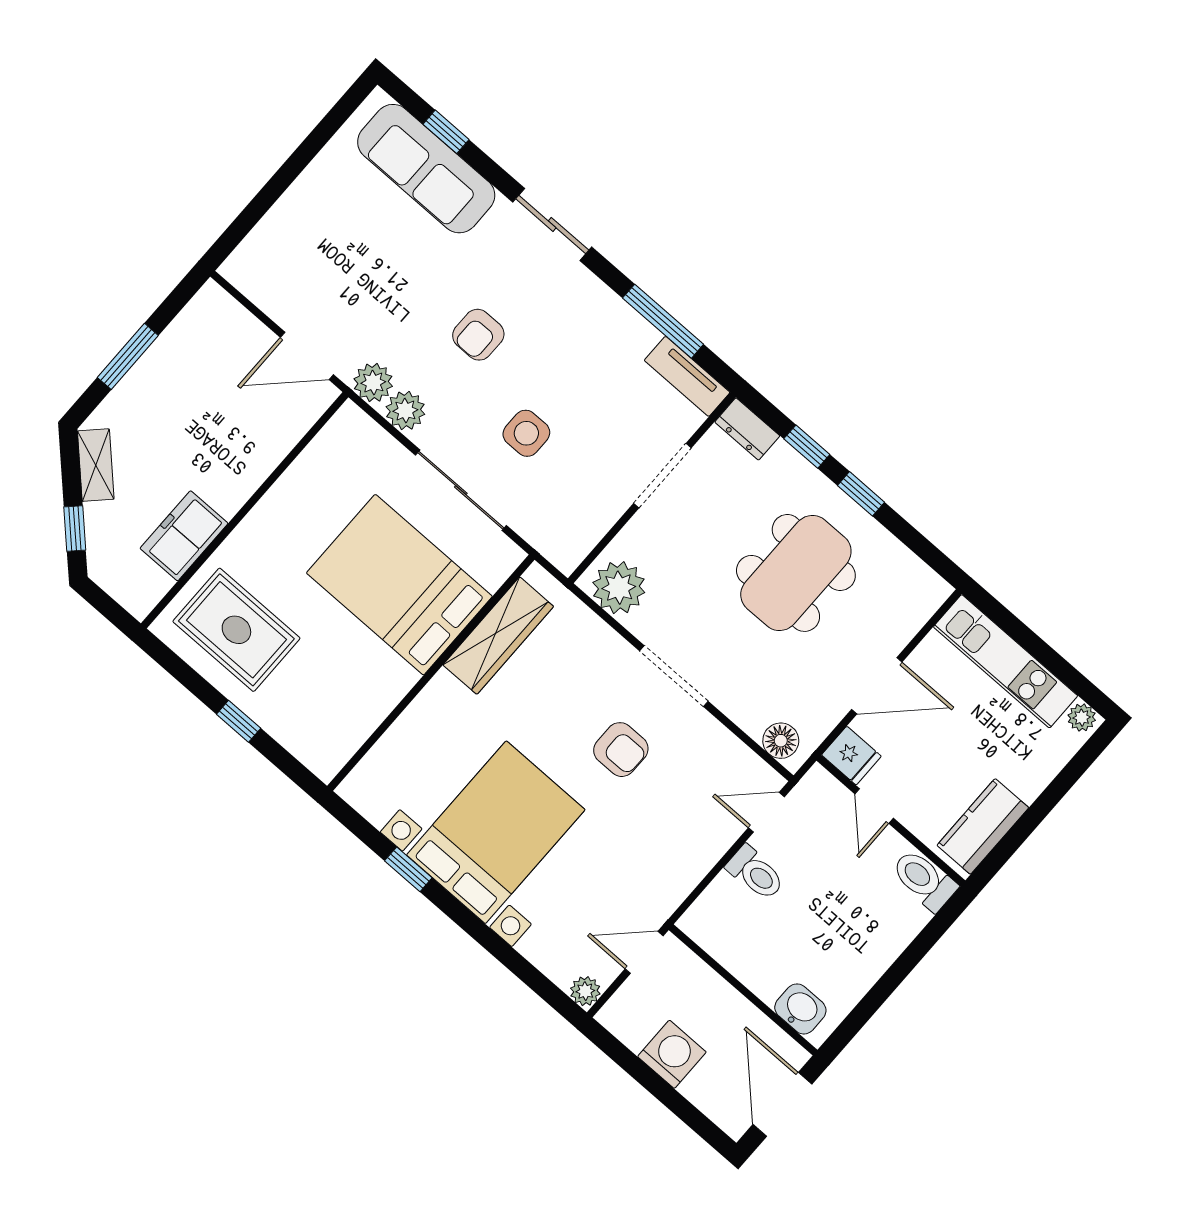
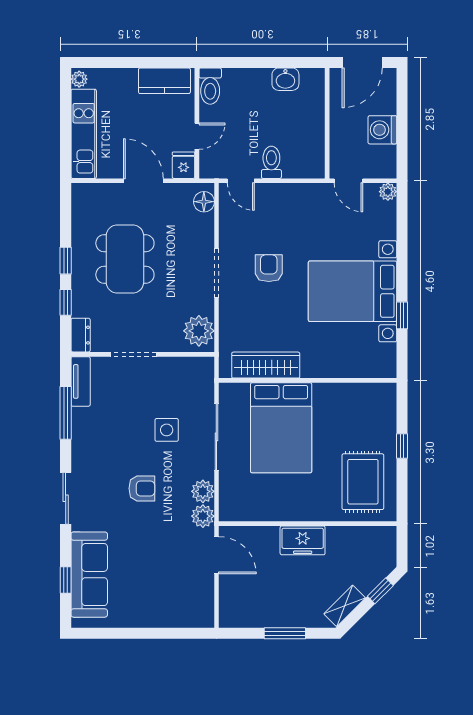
freezer: (184, 536) -> (303, 540), moved
dining table: (796, 573) -> (125, 259), turned 90
washbasin: (800, 1009) -> (285, 79), moved, turned -90

